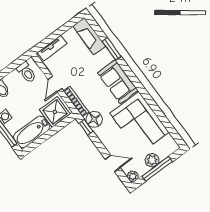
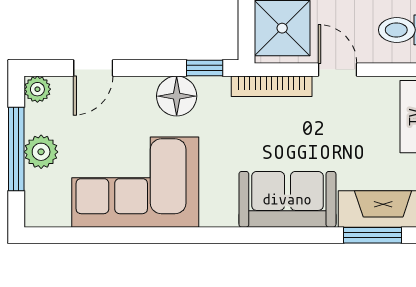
window: (112, 49) -> (372, 235), moved
sofa: (118, 82) -> (287, 199), moved
floor lamp: (94, 119) -> (177, 96), moved

